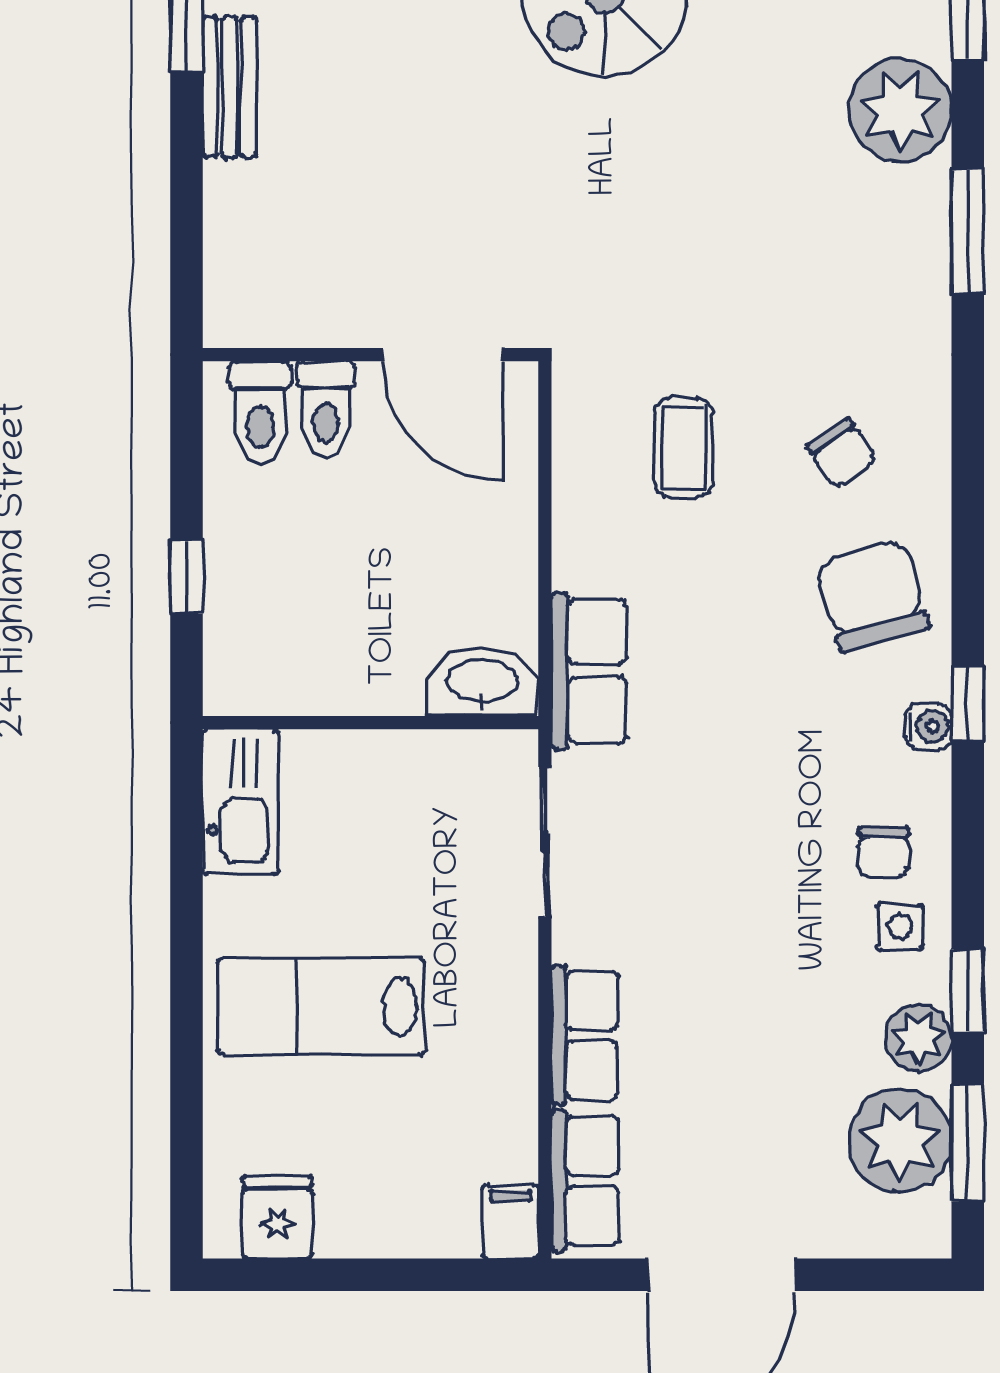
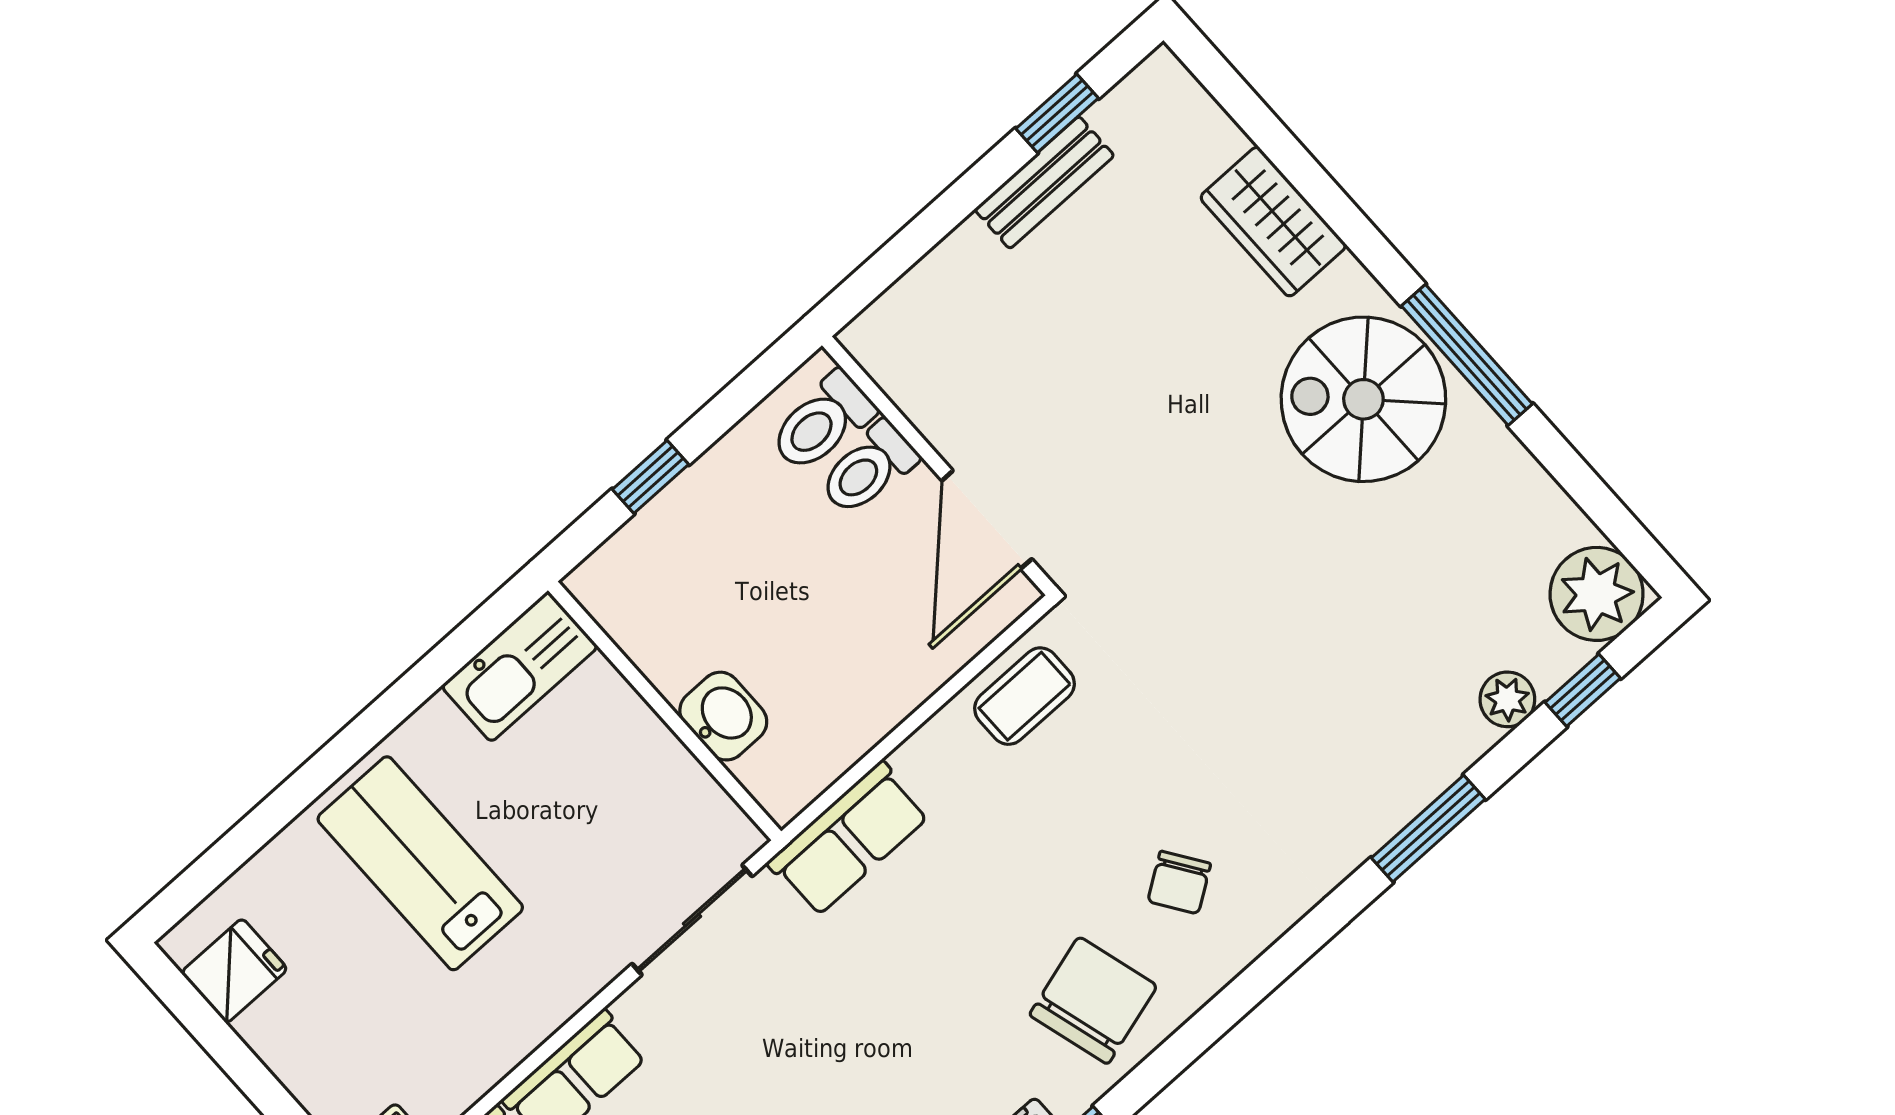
plant: (900, 110) -> (1507, 699), width x0.53, depth x0.53
coffee table: (684, 448) -> (1024, 696), moved
washbasin: (482, 682) -> (723, 716), moved, width x0.72

